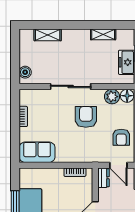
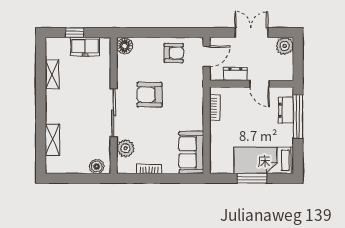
plant: (112, 97) -> (126, 148), moved
dresser: (103, 178) -> (235, 74), moved

